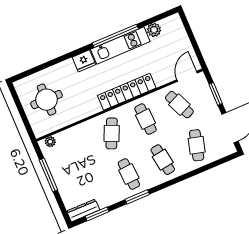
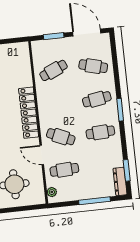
door: (187, 76) -> (42, 155), moved
cafe table: (145, 119) -> (64, 170), moved
window: (48, 175) -> (94, 201), moved
window: (137, 197) -> (120, 110), moved

